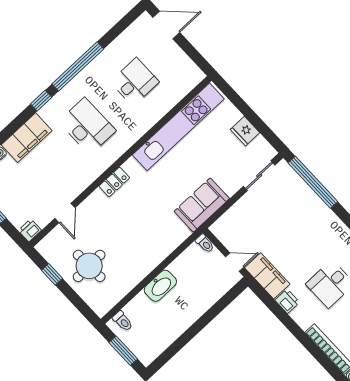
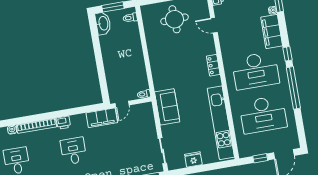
window: (190, 51) -> (260, 158), added
desk: (135, 82) -> (263, 115), width x1.87, depth x1.30
desk: (87, 126) -> (256, 71), width x1.36, depth x1.30
washbasin: (160, 286) -> (103, 23), moved, turned 180
printer: (287, 301) -> (63, 123), moved

